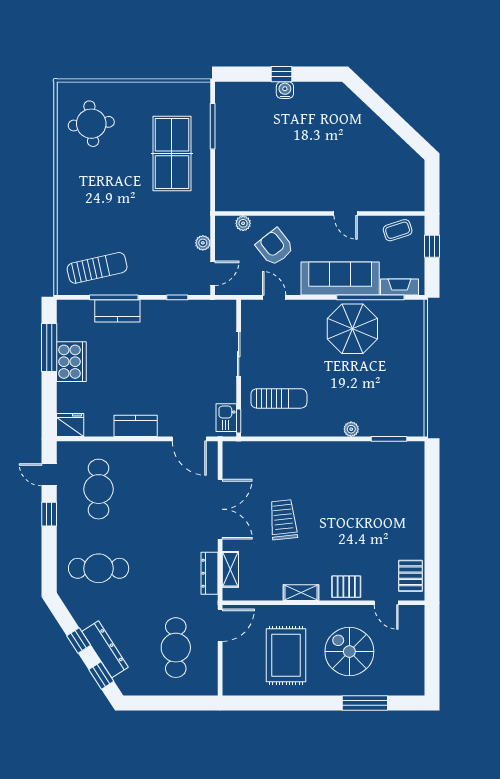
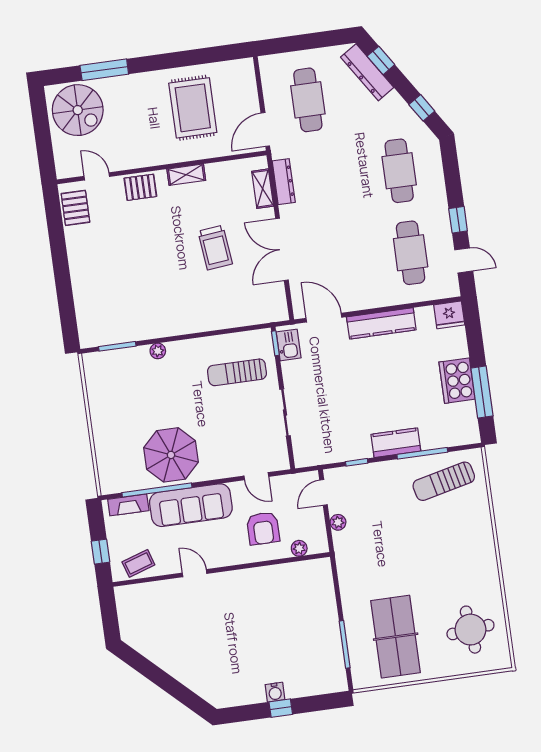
table tennis table: (172, 153) -> (396, 637), moved
armchair: (275, 247) -> (263, 528), turned 38
kitchen counter: (117, 311) -> (396, 443), moved
kitchen counter: (136, 426) -> (381, 323), width x1.50
cafe table: (99, 568) -> (399, 171), turned 90
window: (79, 640) -> (422, 108), moved
dresser: (105, 649) -> (367, 72), moved
spiral stairs: (349, 651) -> (78, 110), moved

